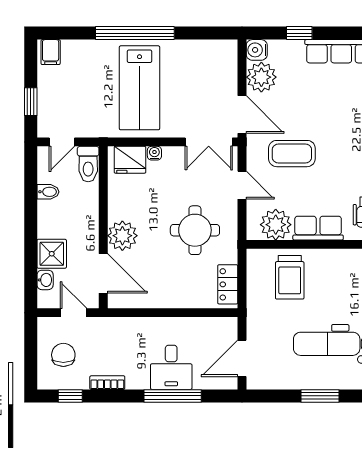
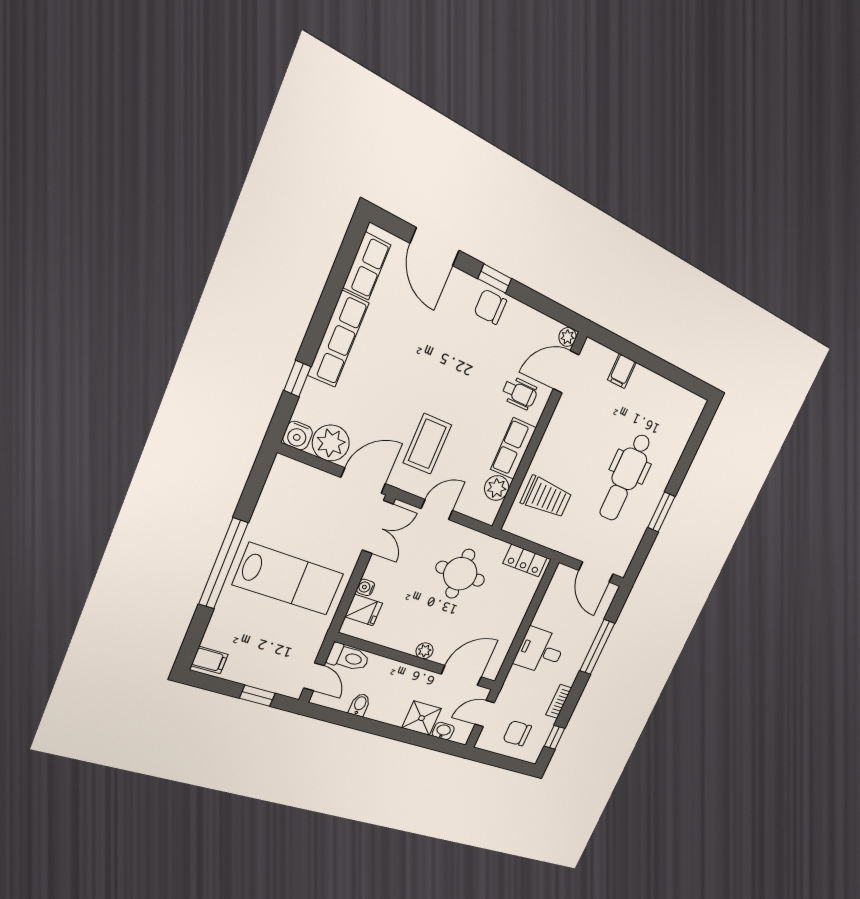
fridge: (130, 160) -> (364, 610), width x0.72
plant: (276, 225) -> (497, 488), width x0.73, depth x0.73
plant: (122, 236) -> (425, 651), width x0.53, depth x0.53
desk: (171, 367) -> (540, 651), moved, turned 180

